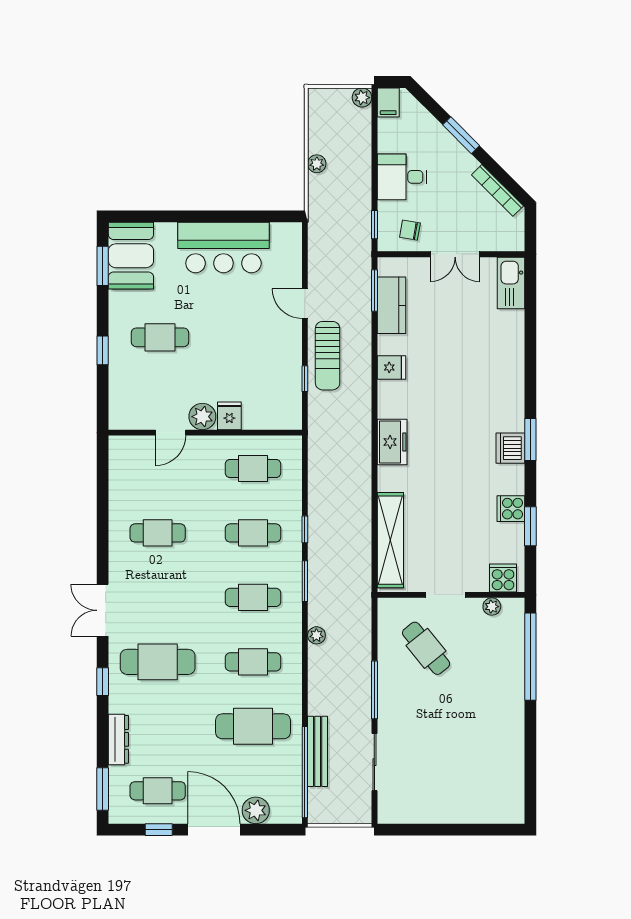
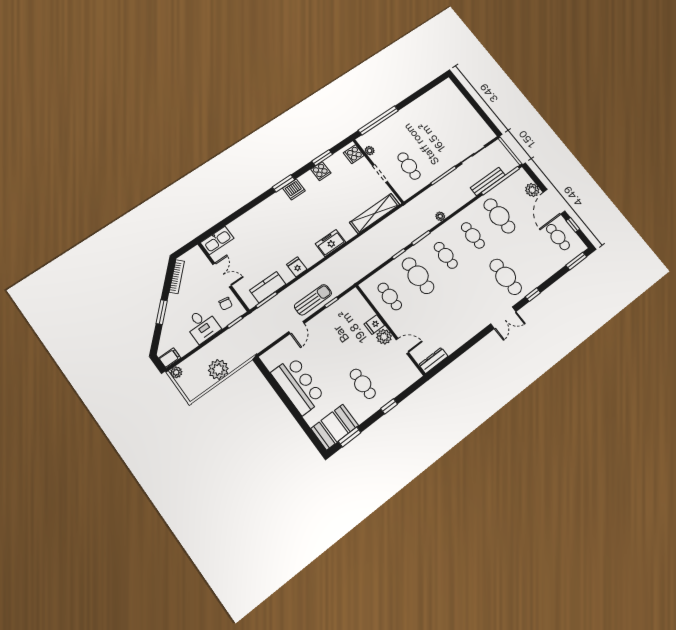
plant: (317, 164) -> (218, 369), width x1.88, depth x1.88
cafe table: (158, 533) -> (451, 318), removed
cafe table: (253, 533) -> (418, 276), width x1.37, depth x1.35
cafe table: (426, 648) -> (409, 166), turned -47
dresser: (118, 739) -> (433, 360), moved

